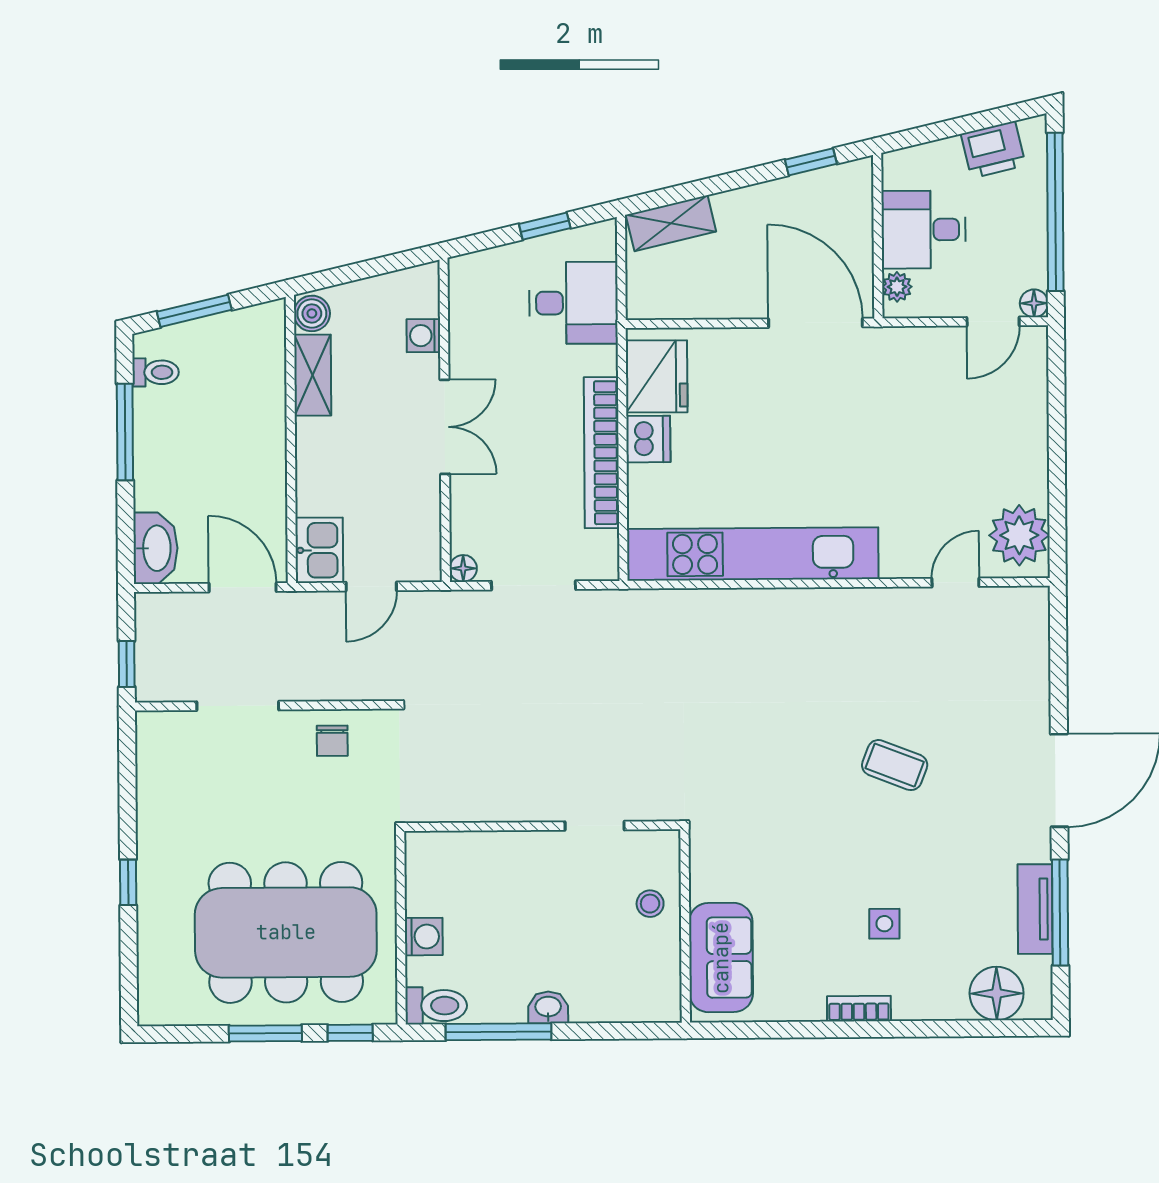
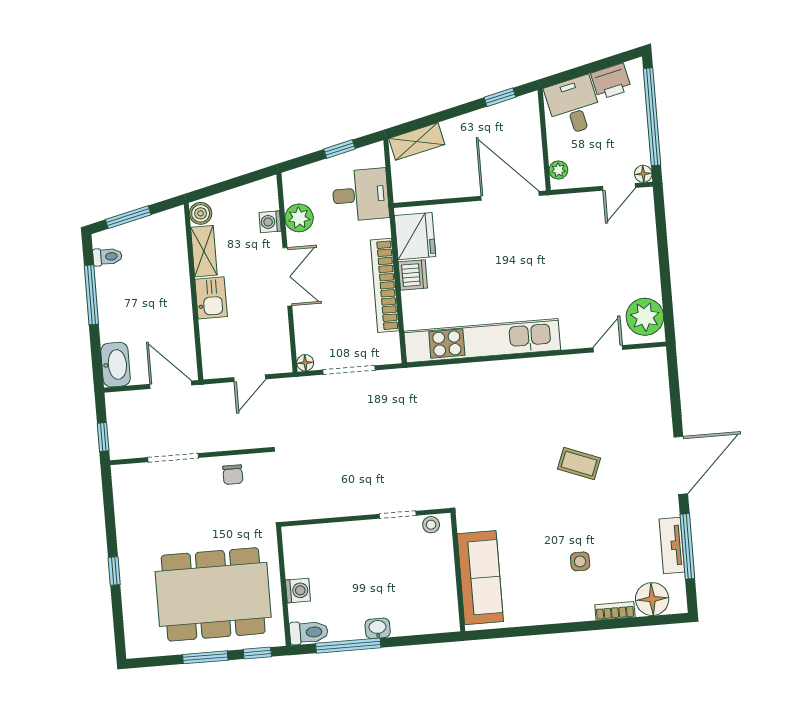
desk: (924, 230) -> (574, 106), moved, turned 77
plant: (471, 333) -> (299, 218), added
kitchen sink: (319, 550) -> (211, 298), moved
stool: (650, 904) -> (431, 525), moved
sofa: (721, 958) -> (480, 578), width x1.36
bookcase: (859, 1009) -> (615, 611), moved

